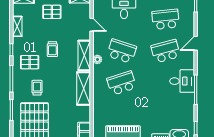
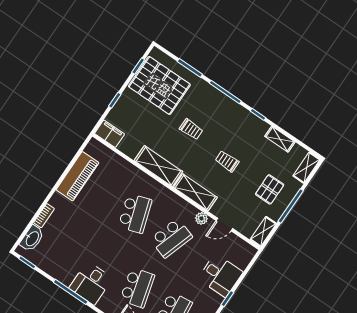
plant: (97, 59) -> (201, 218), moved
pallet: (30, 62) -> (230, 125), removed
trolley: (37, 88) -> (191, 129), moved

